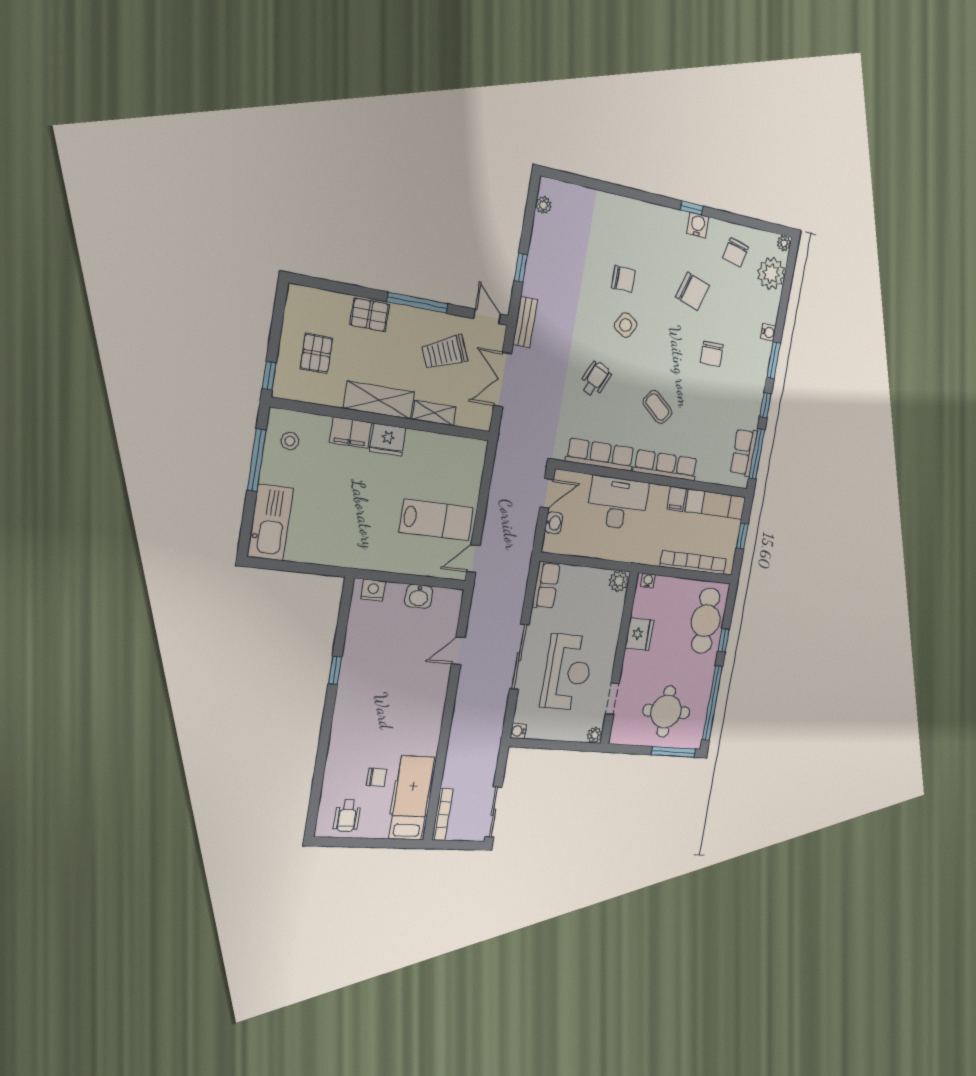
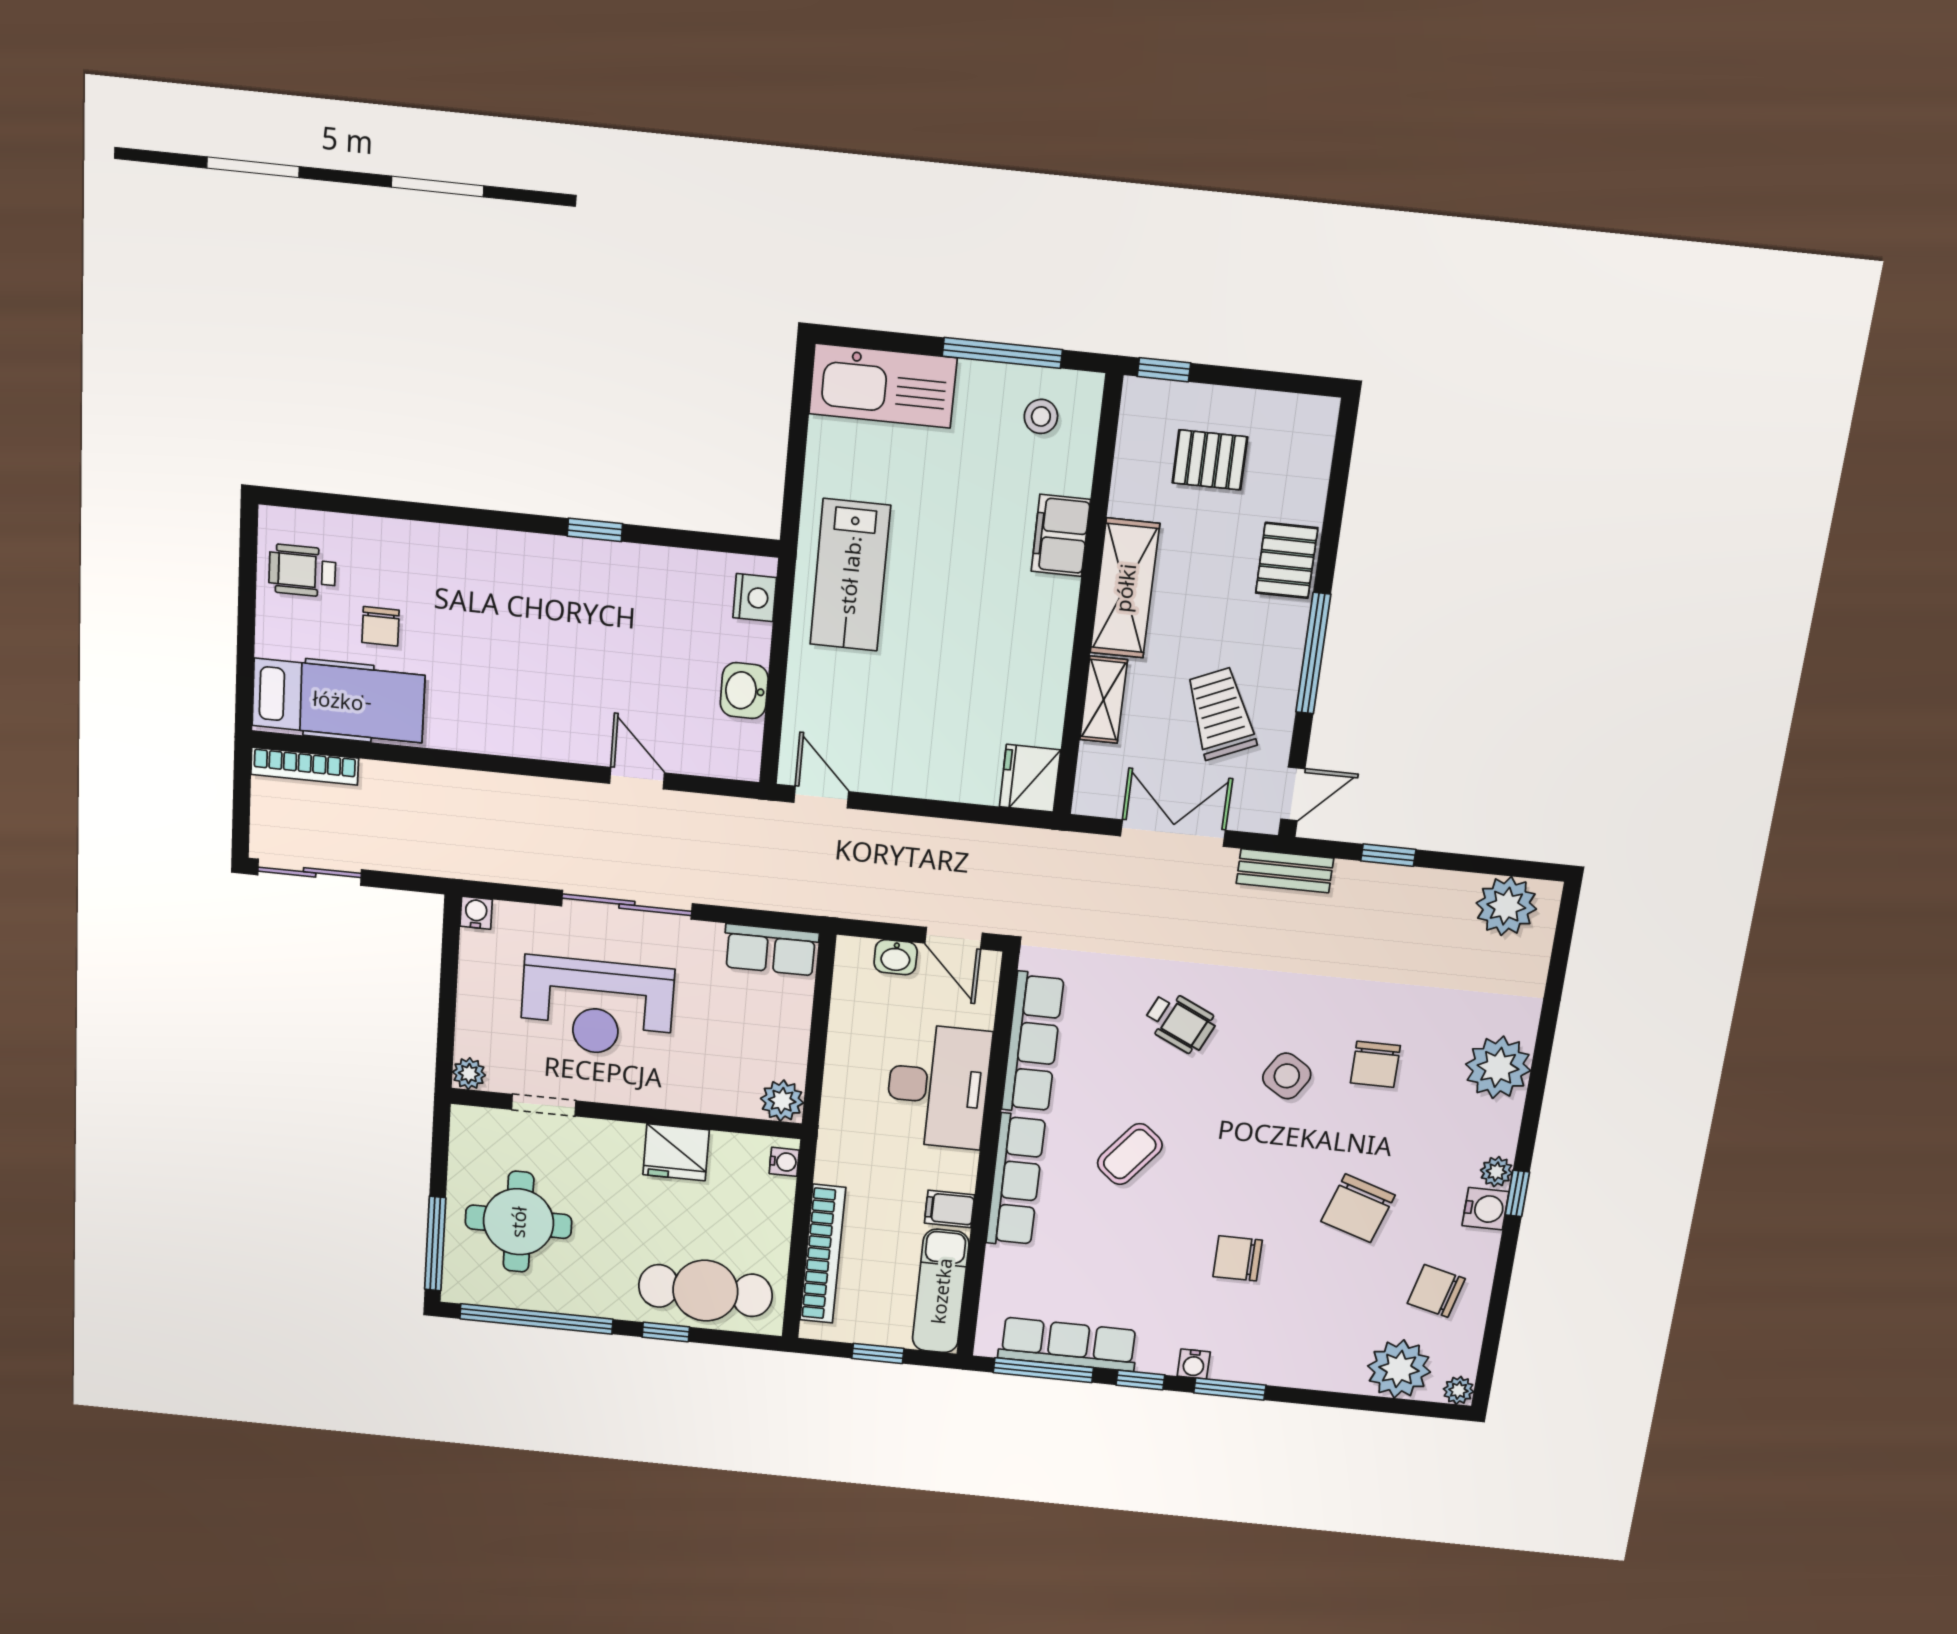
plant: (543, 205) -> (1506, 906), width x1.87, depth x1.87
plant: (629, 215) -> (1498, 1067), added
plant: (680, 218) -> (1496, 1172), added
water cooler: (768, 332) -> (1194, 1364), moved
fridge: (388, 440) -> (1030, 778), moved
row of seats: (744, 452) -> (1068, 1344), width x1.48
lab bench: (436, 520) -> (850, 575), moved

